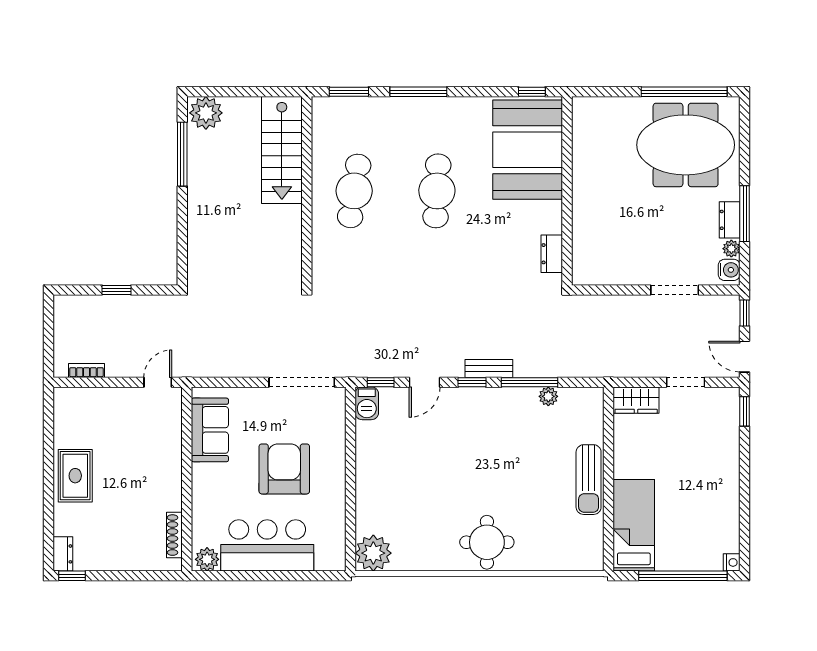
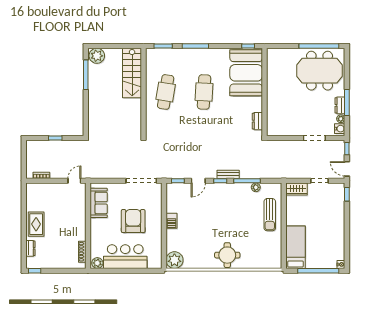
barbecue: (367, 403) -> (171, 221), moved
sun lounger: (589, 480) -> (270, 215), moved
dresser: (63, 554) -> (30, 248), moved

